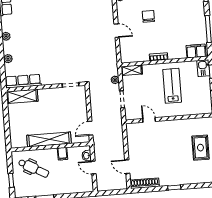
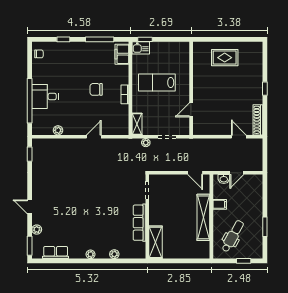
chair: (148, 16) -> (96, 89), moved
row of seats: (23, 81) -> (140, 223), moved
door: (127, 167) -> (239, 137), swing flipped

